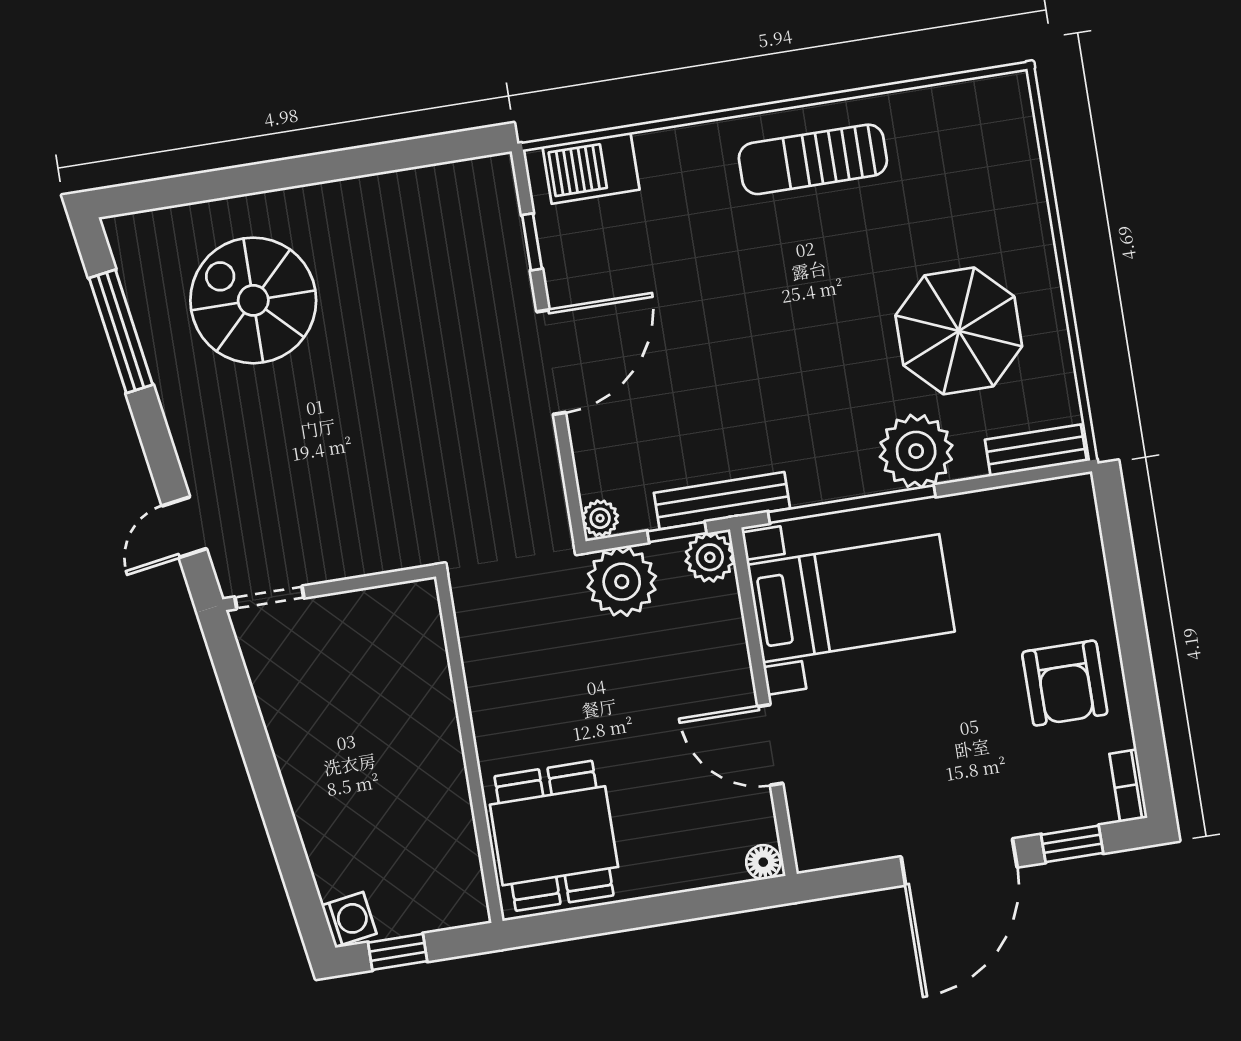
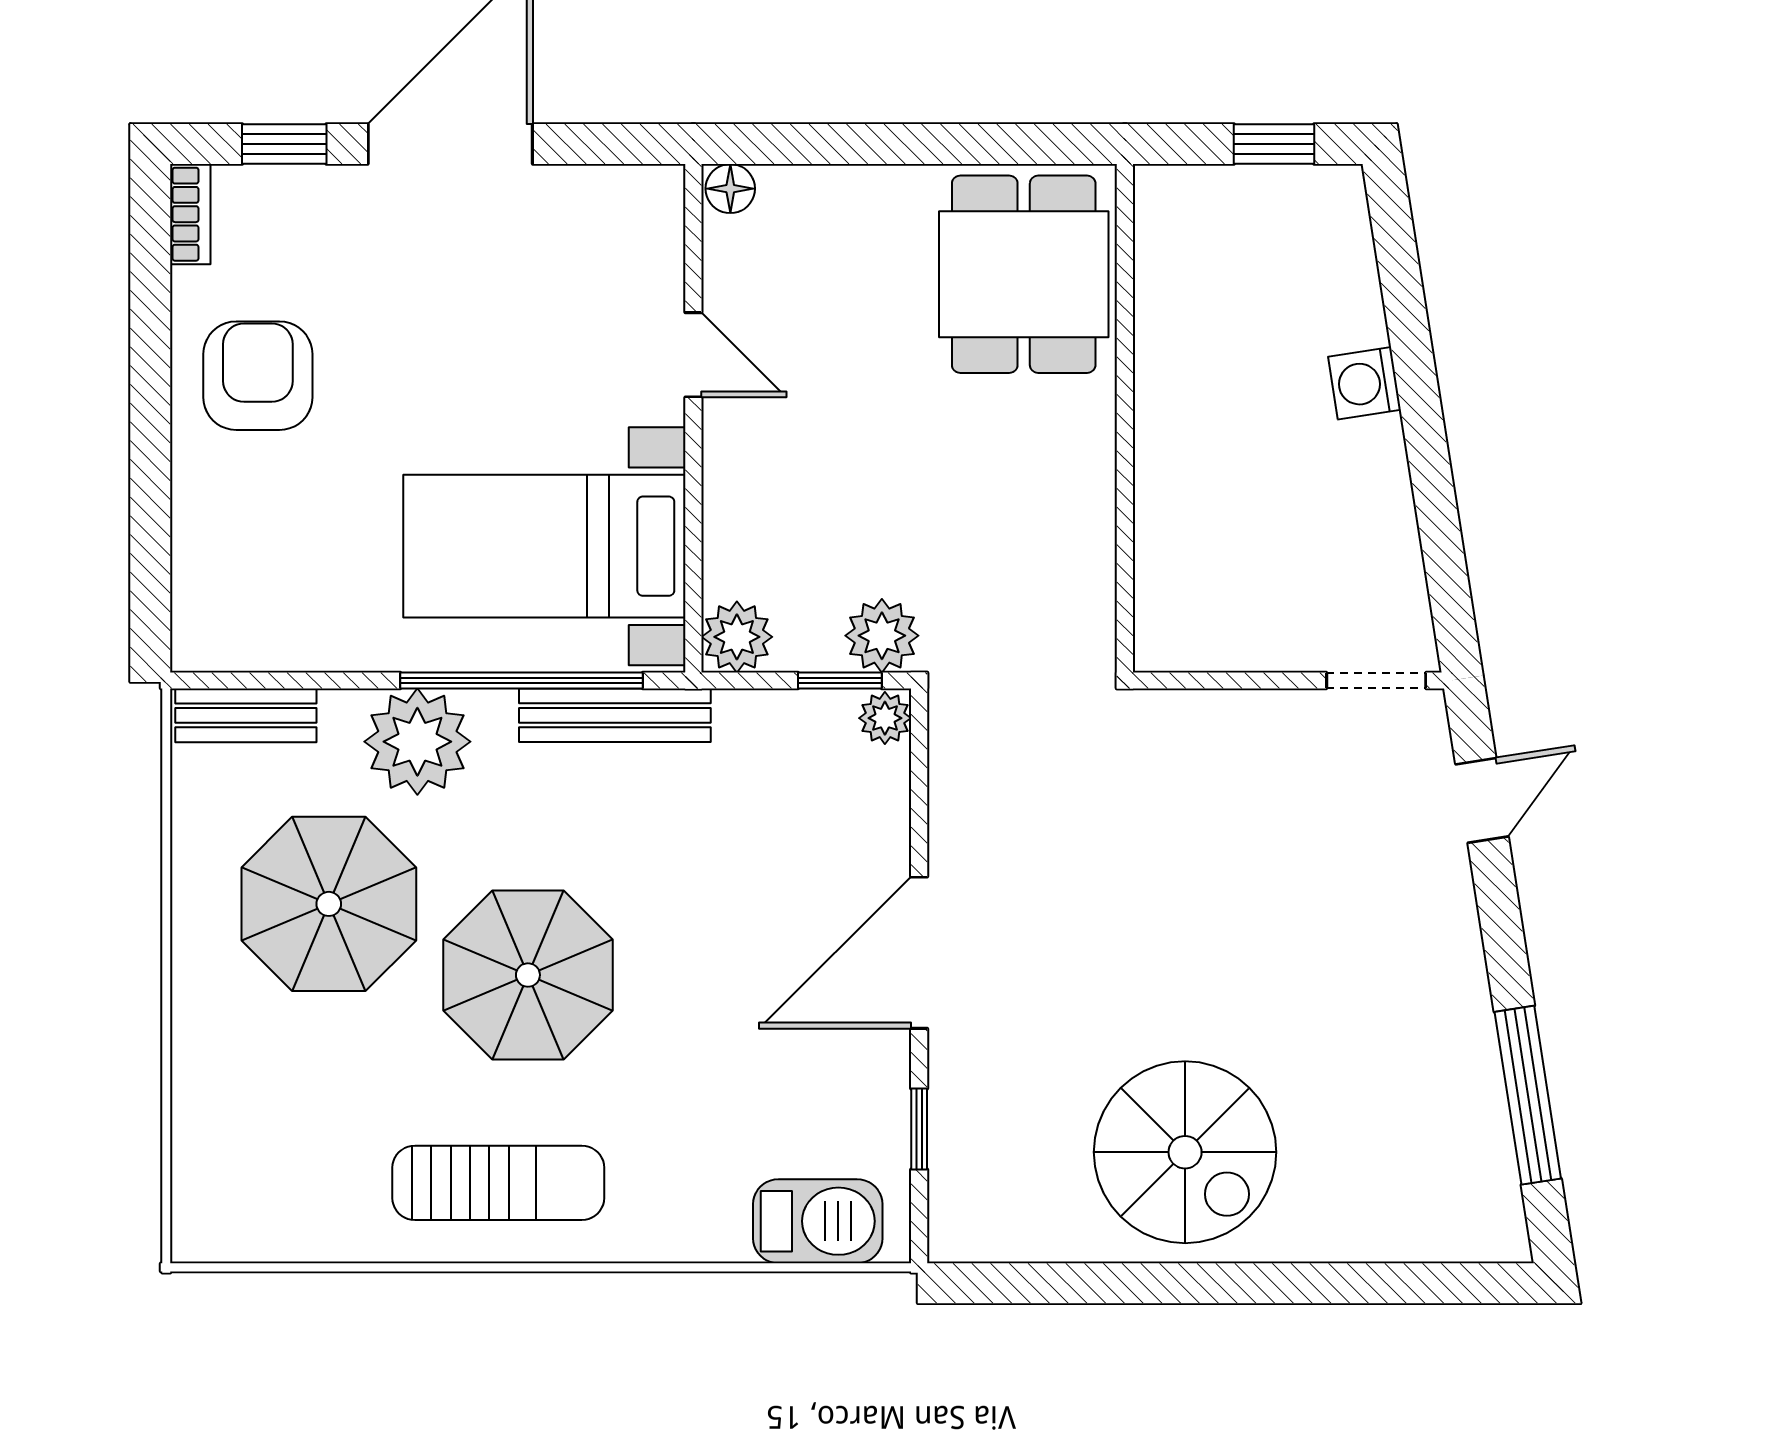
spiral stairs: (253, 300) -> (1185, 1152), moved
parasol: (815, 304) -> (528, 975), added
bench: (722, 501) -> (615, 715), moved
window: (677, 532) -> (840, 680), moved
plant: (622, 582) -> (882, 636), width x0.73, depth x0.73
door: (770, 745) -> (693, 355), width x0.73
washing machine: (349, 919) -> (1364, 383), moved

